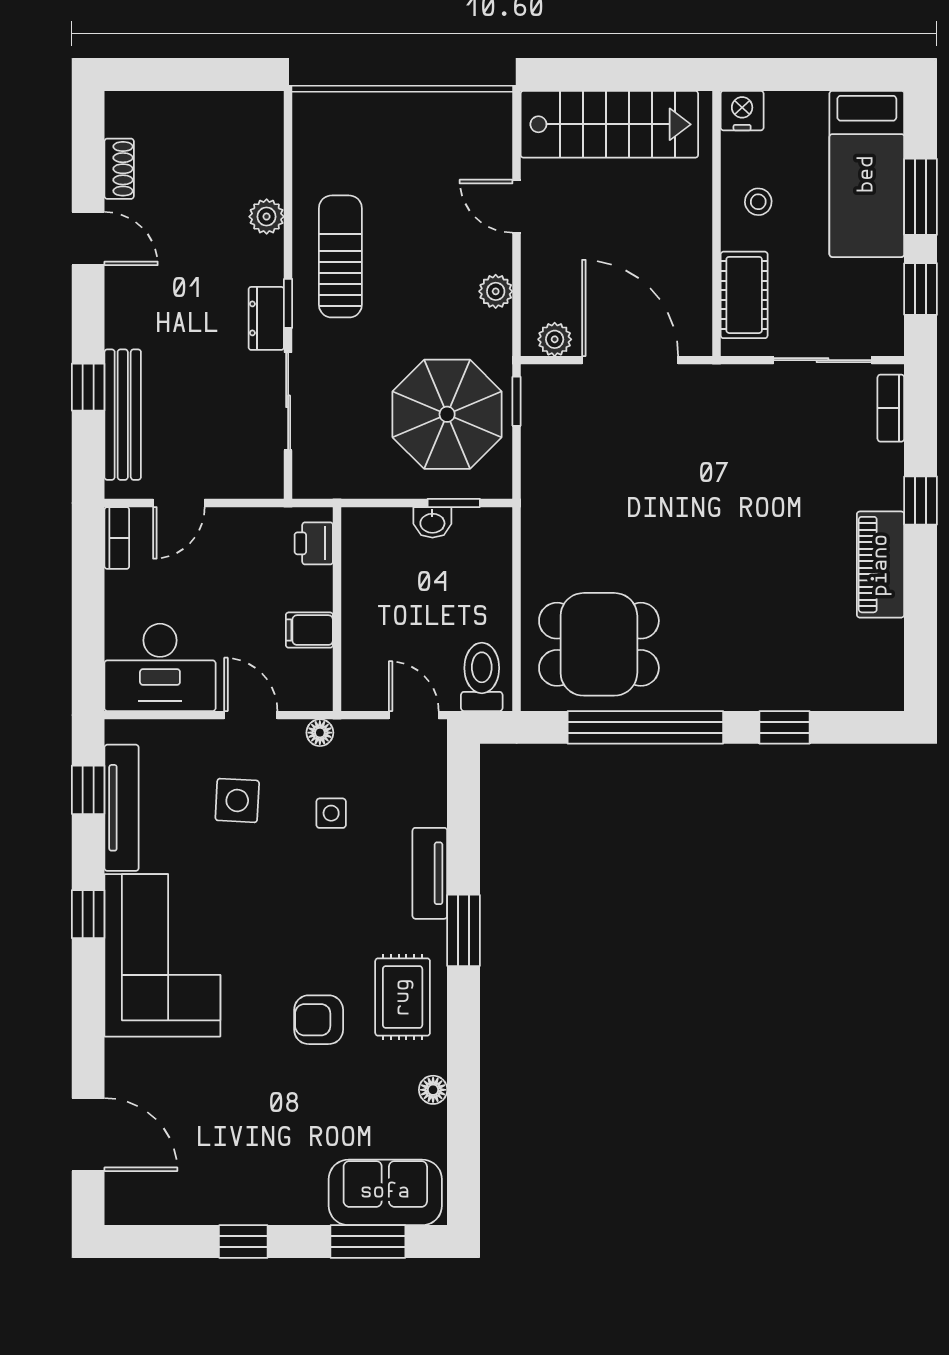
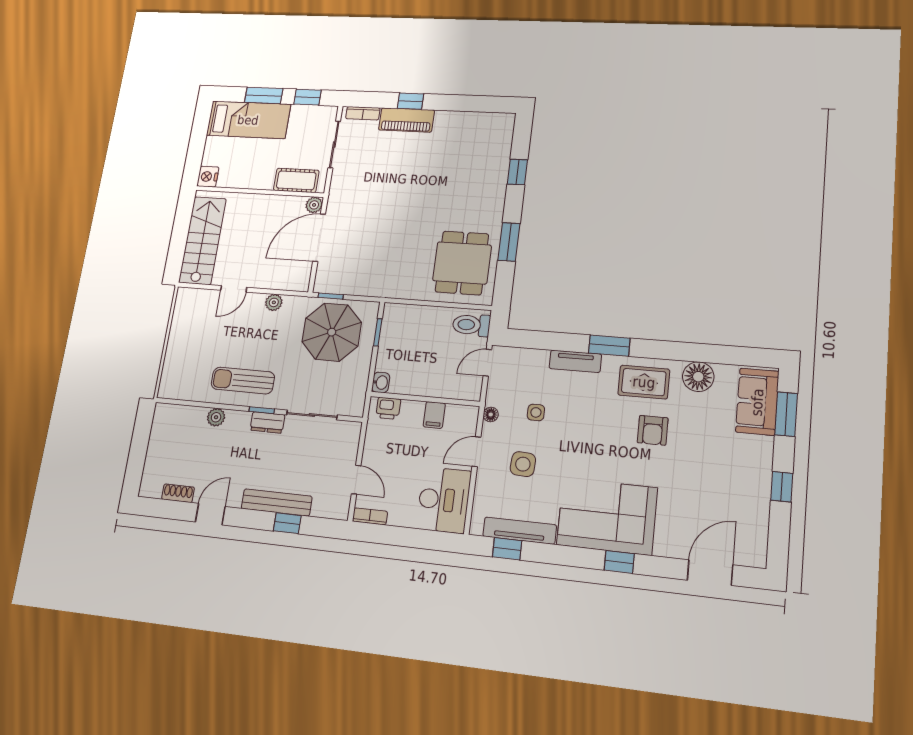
stool: (758, 202) -> (253, 171), removed
plant: (555, 339) -> (314, 205), moved
bench: (123, 415) -> (277, 502), moved
washbasin: (432, 522) -> (381, 382), moved
piano: (881, 565) -> (406, 120), moved
window: (645, 727) -> (509, 242), width x0.47
window: (88, 914) -> (619, 562), moved
floor lamp: (433, 1090) -> (698, 377), width x1.89, depth x1.89

